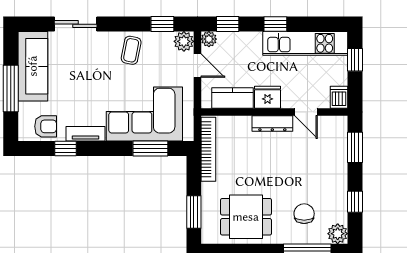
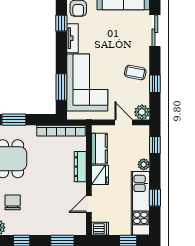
window: (162, 24) -> (155, 84), moved
window: (275, 24) -> (155, 198), moved
plant: (209, 39) -> (144, 164), moved
door: (198, 66) -> (124, 122), swing flipped
dresser: (272, 124) -> (80, 167), moved
chair: (304, 214) -> (13, 202), turned -90

